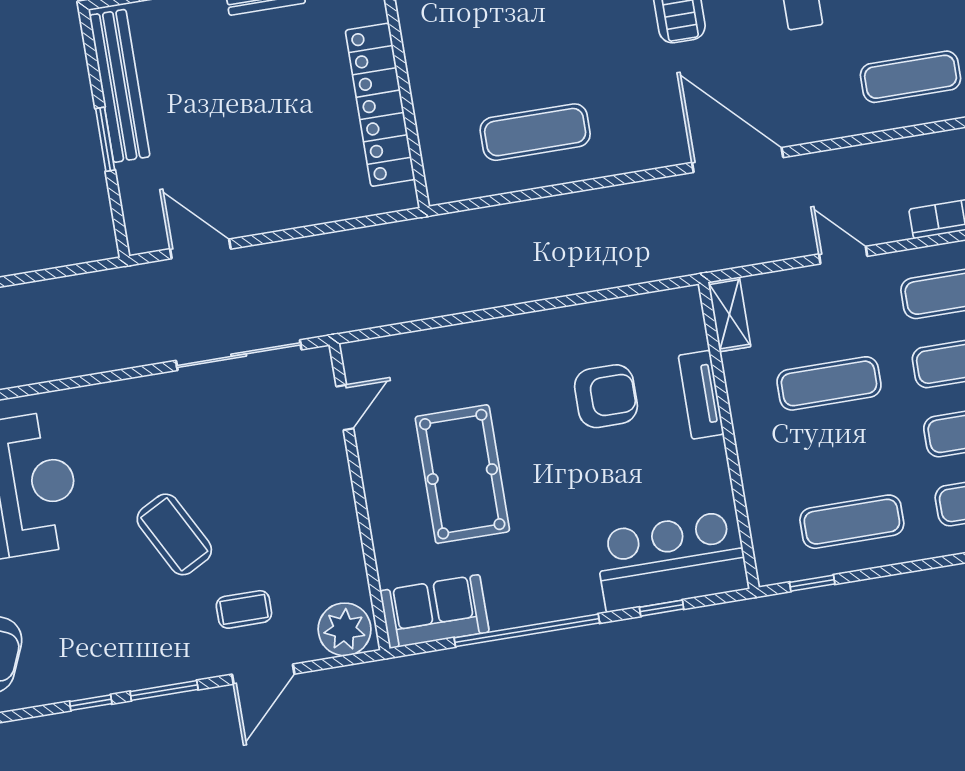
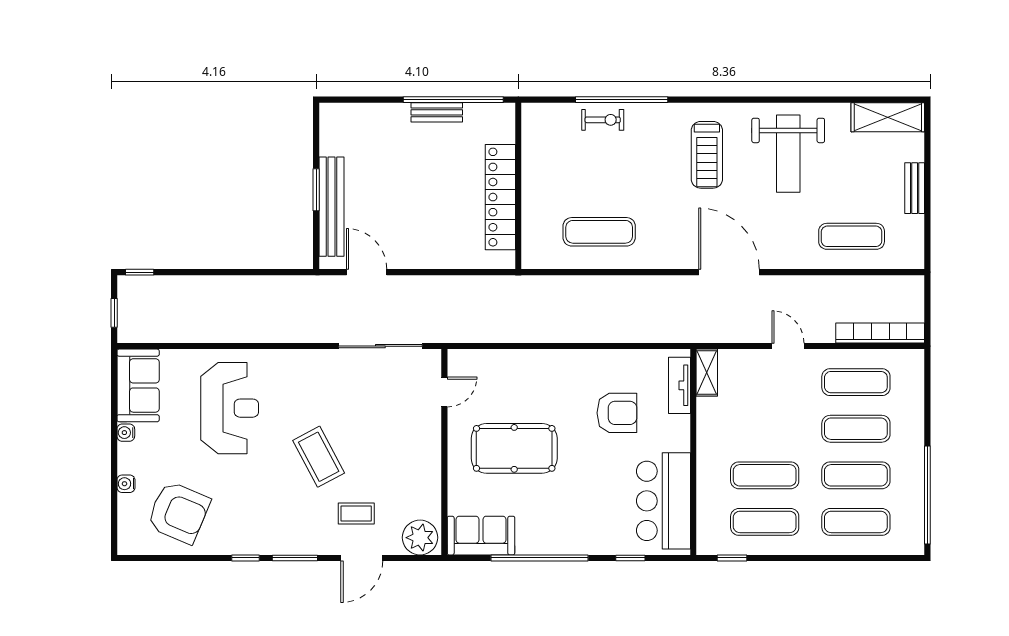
bench: (120, 86) -> (331, 207), moved
exercise mat: (829, 383) -> (765, 475), moved
tv unit: (701, 395) -> (679, 385), moved
pool table: (462, 474) -> (514, 448), turned 90
bar counter: (671, 561) -> (663, 501), moved, turned -90

